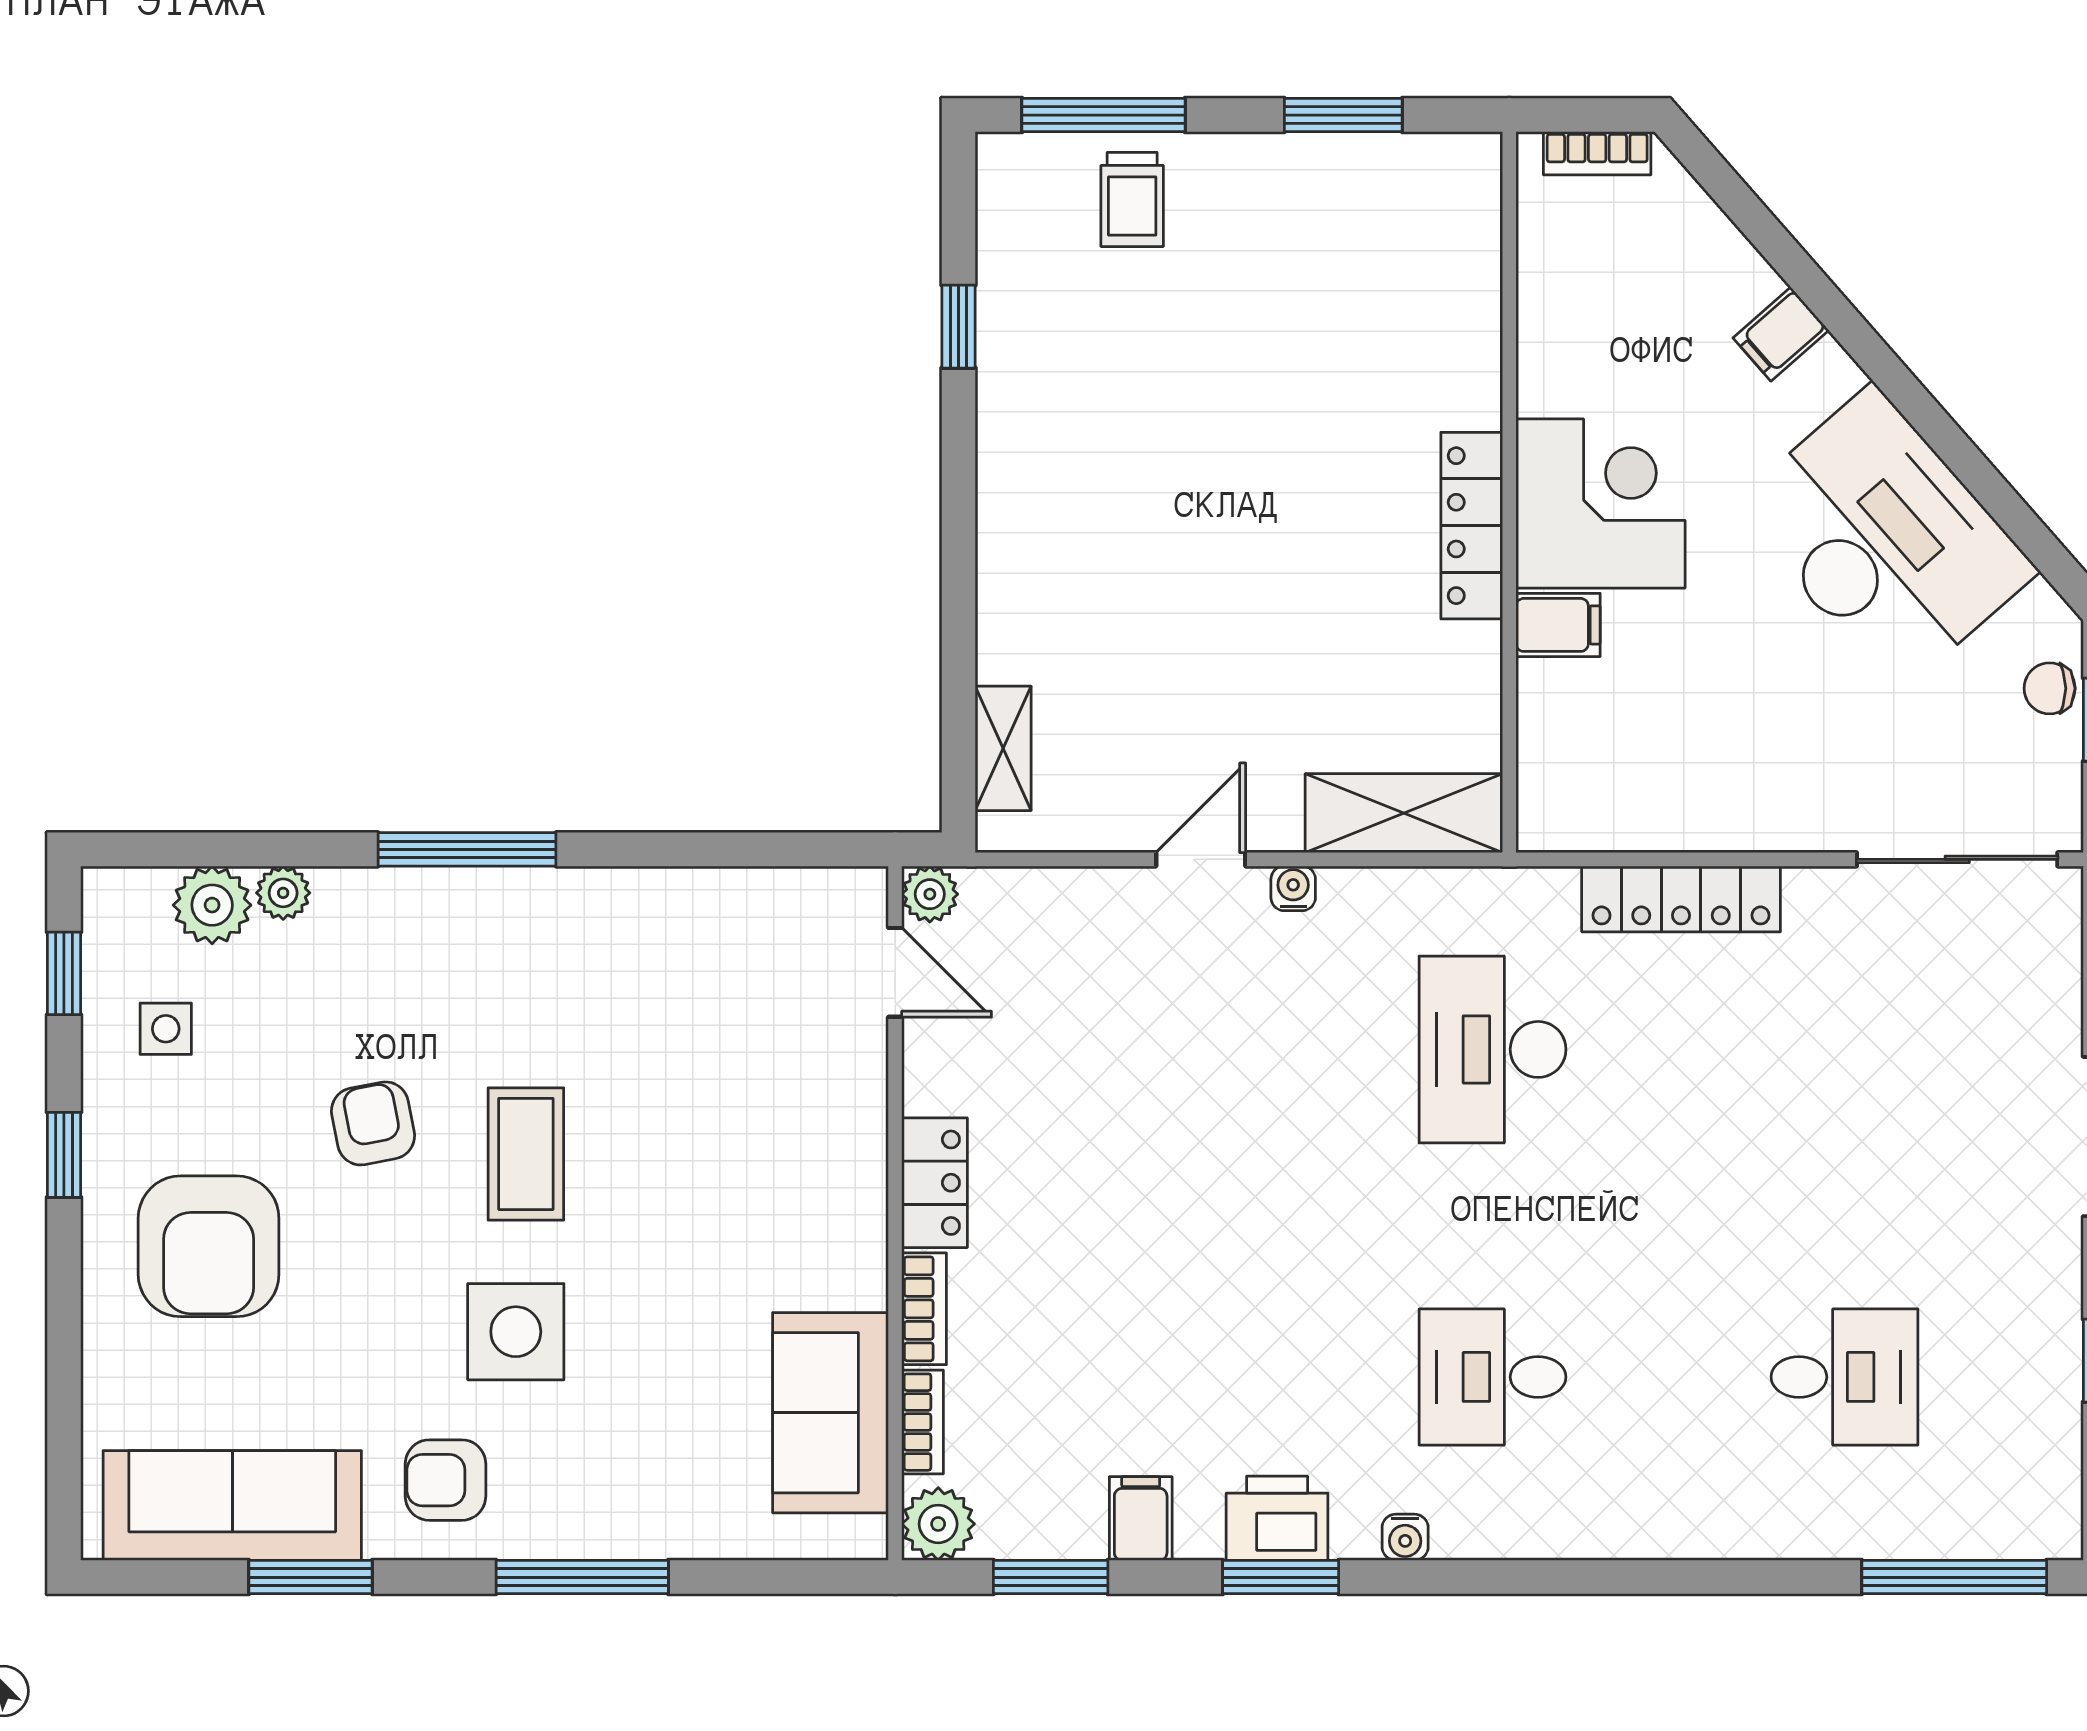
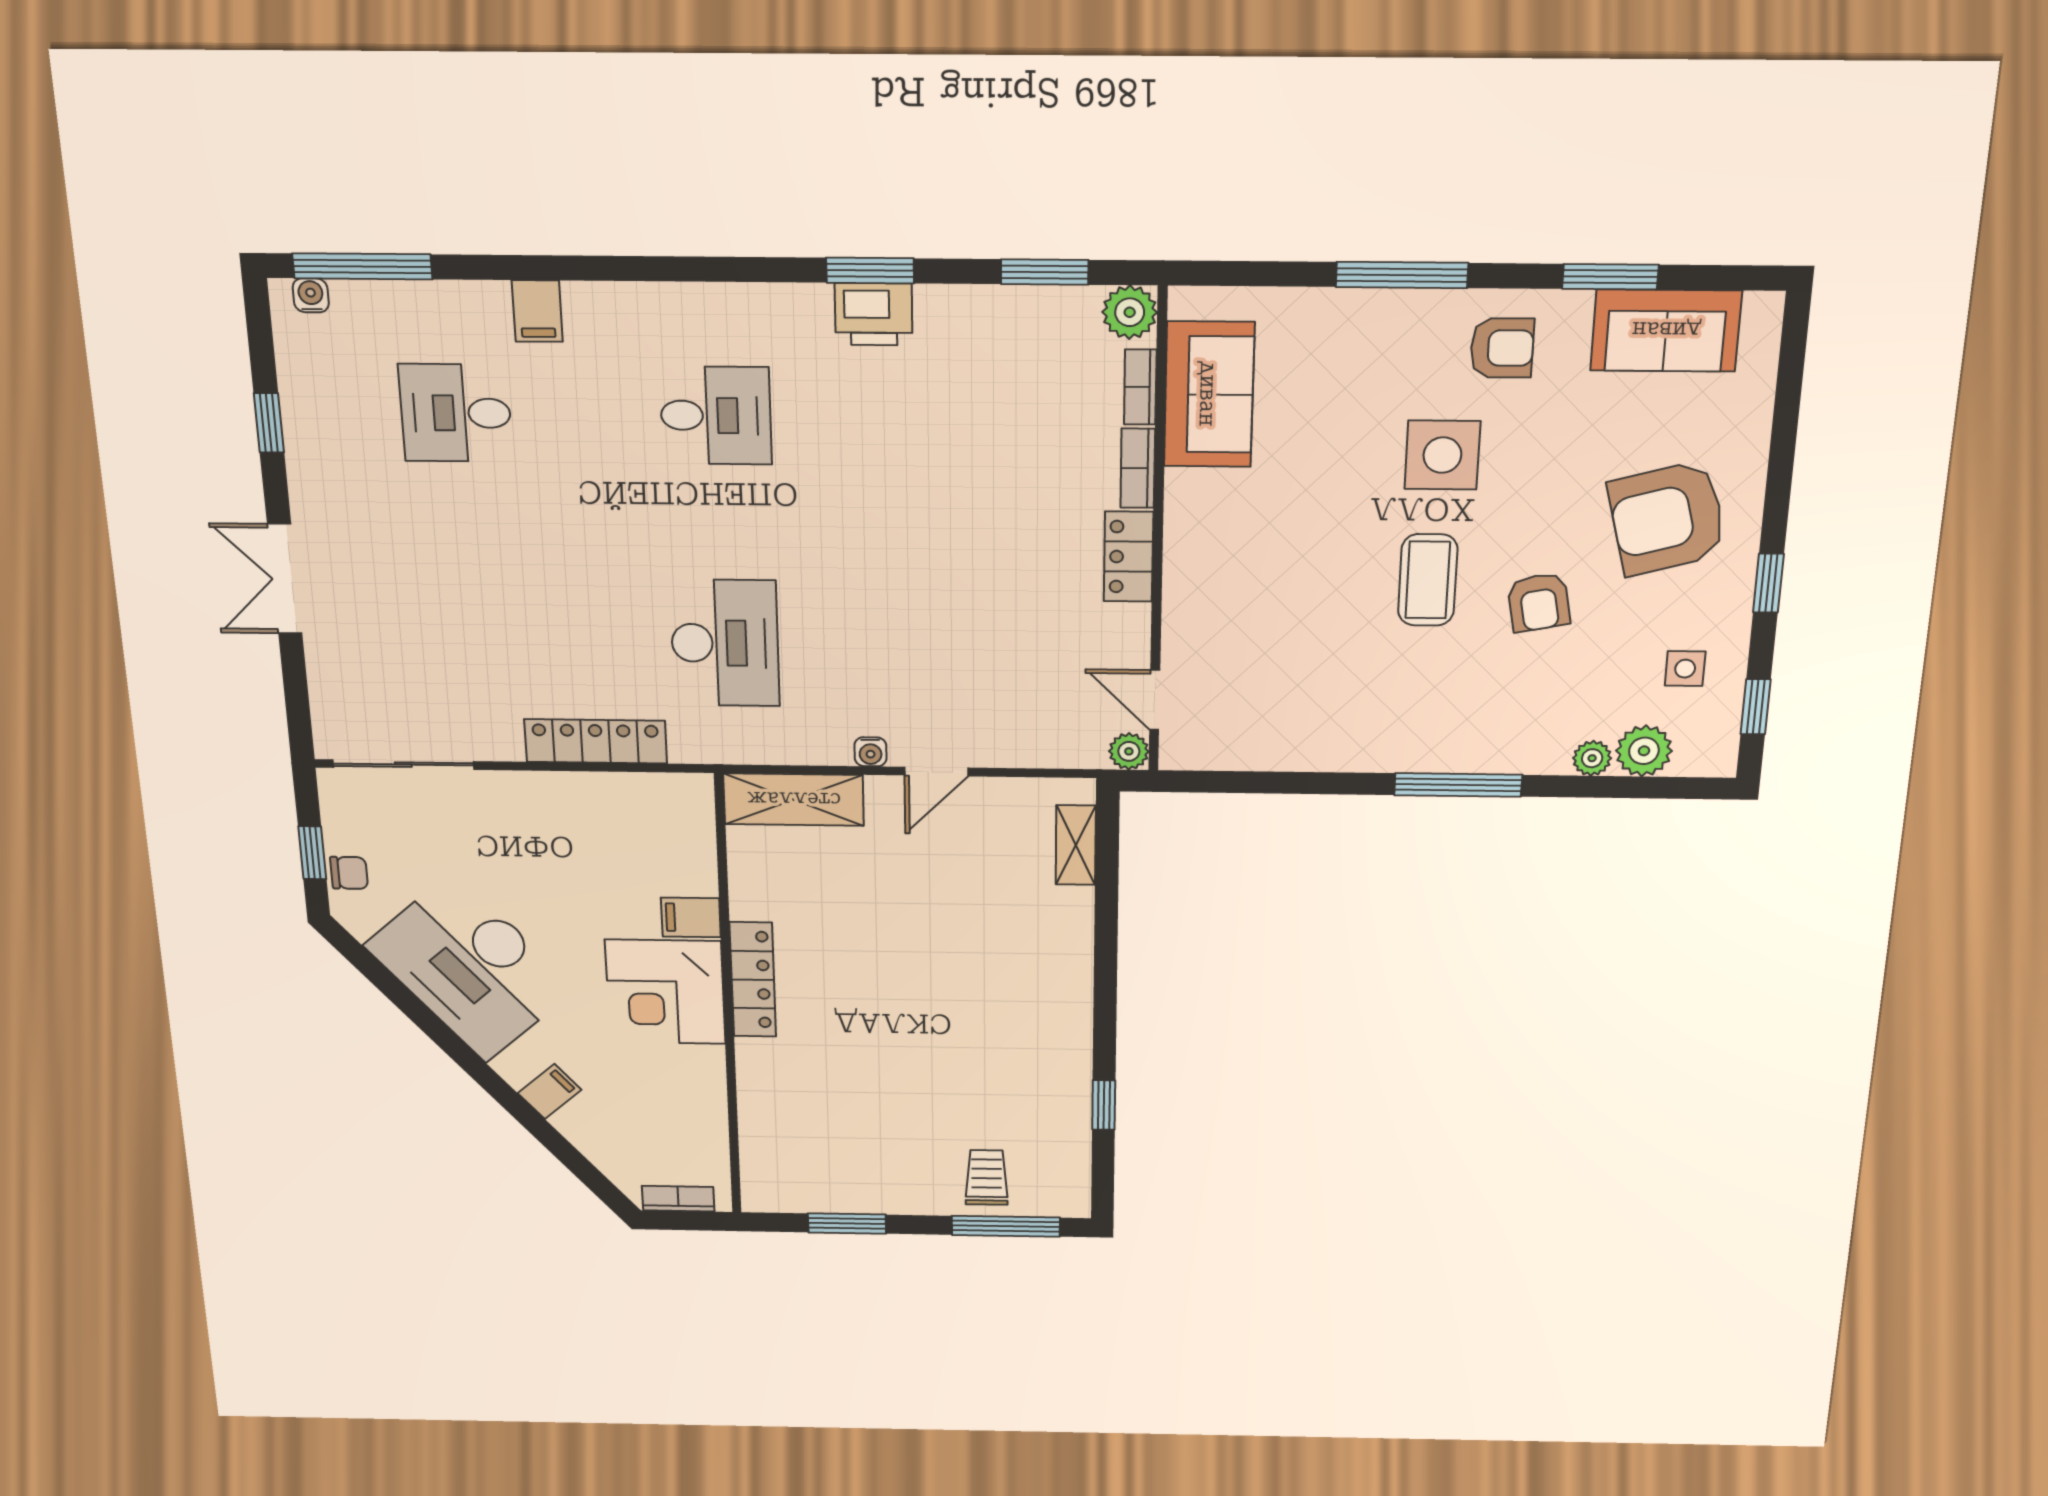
armchair: (209, 1246) -> (1667, 518), turned -105
sofa: (232, 1505) -> (1666, 331), width x0.73
filing cabinet: (1141, 1518) -> (537, 311), moved
water cooler: (1405, 1537) -> (311, 295), moved

